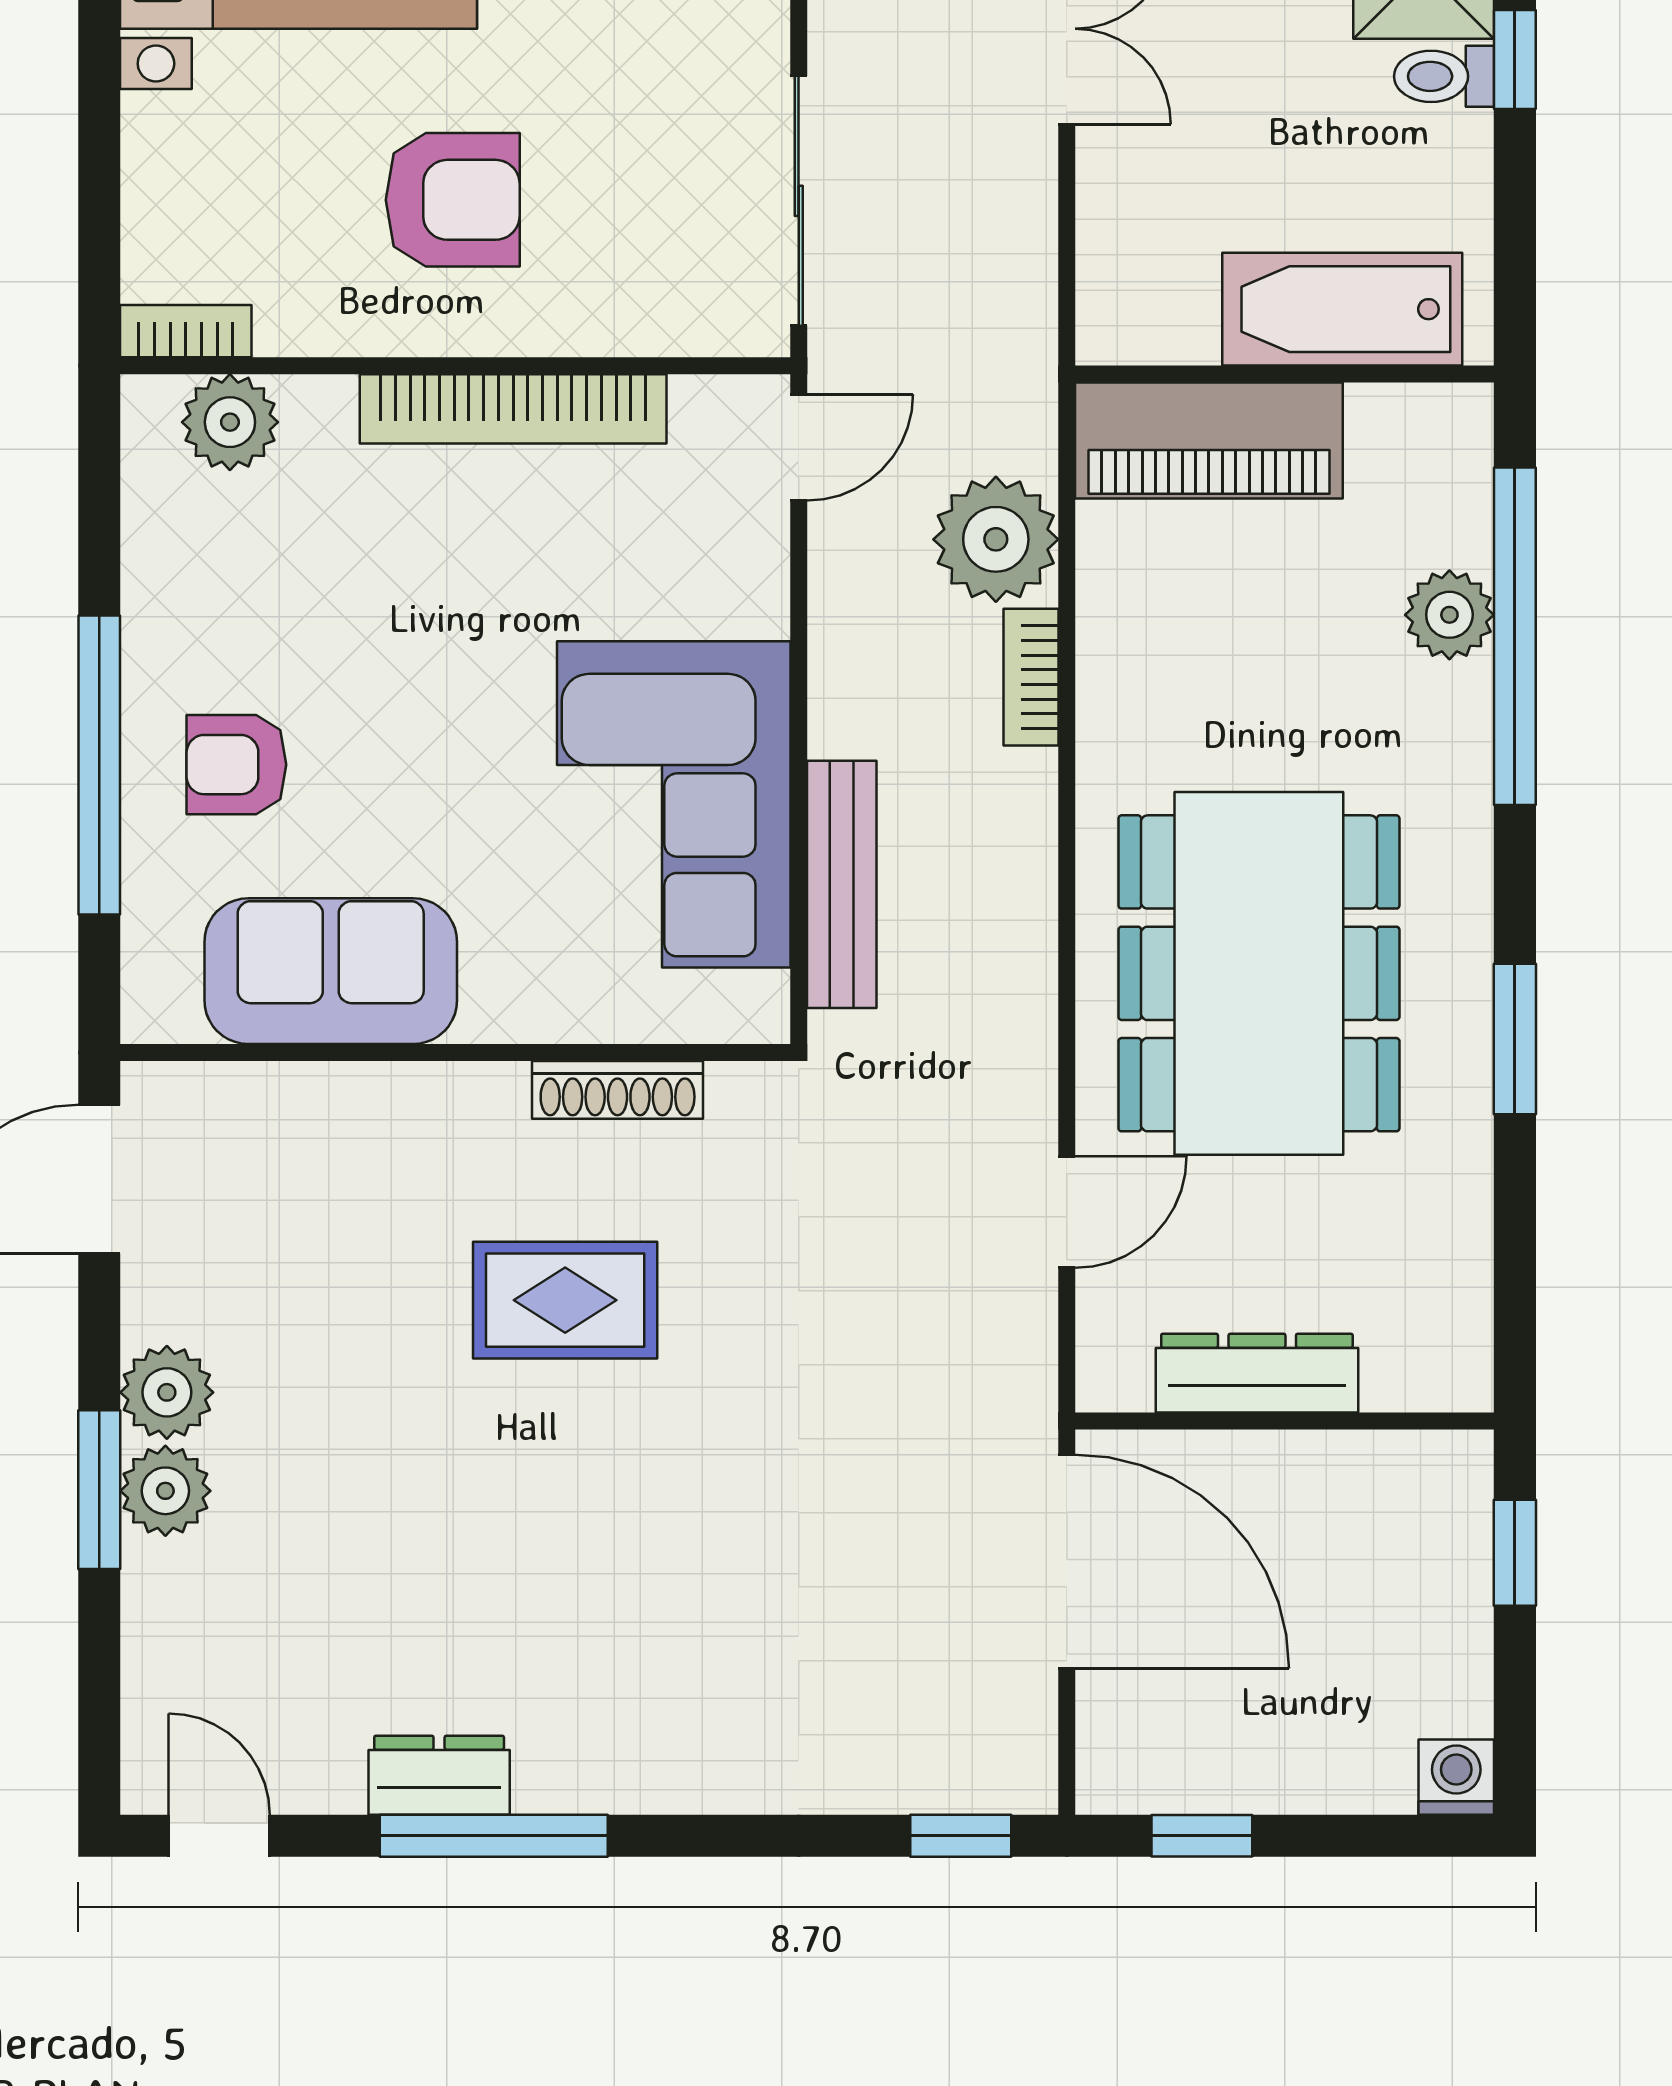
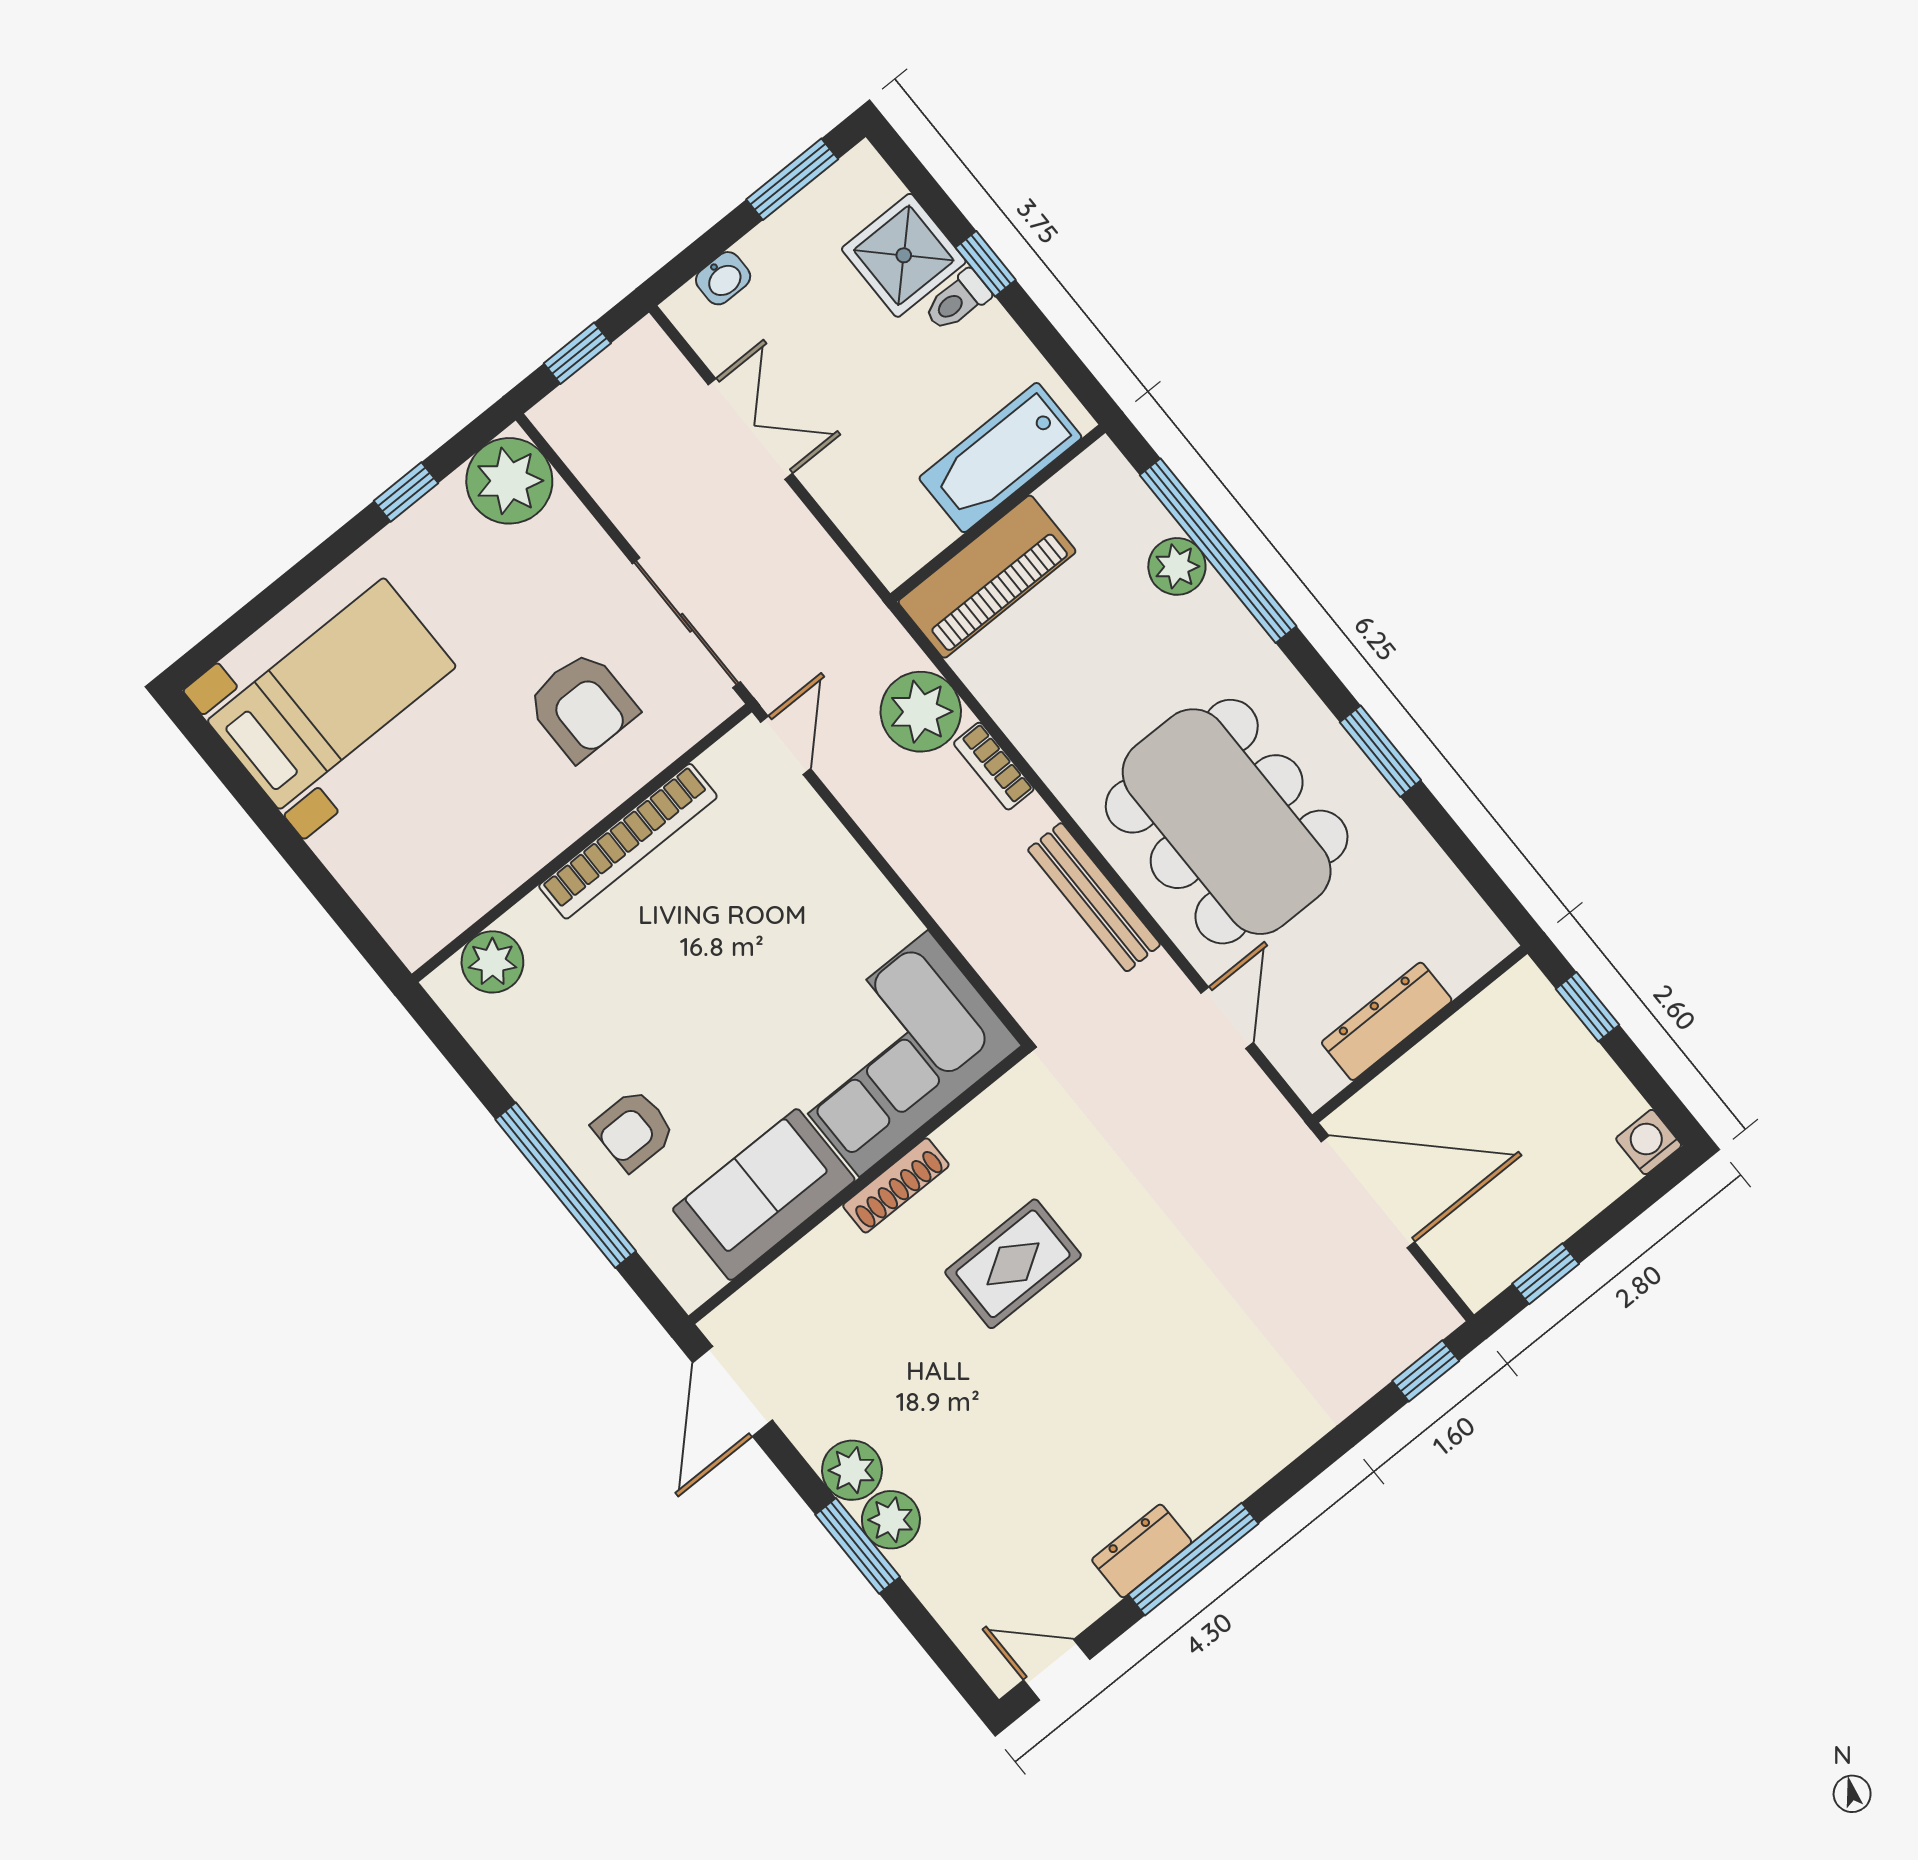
armchair: (453, 200) -> (582, 706), moved, turned 90
bookcase: (186, 331) -> (434, 934), removed
corner sofa: (674, 804) -> (894, 1053), moved, turned 90
bench: (842, 884) -> (1094, 897), moved
shoe rack: (618, 1090) -> (896, 1185), moved

